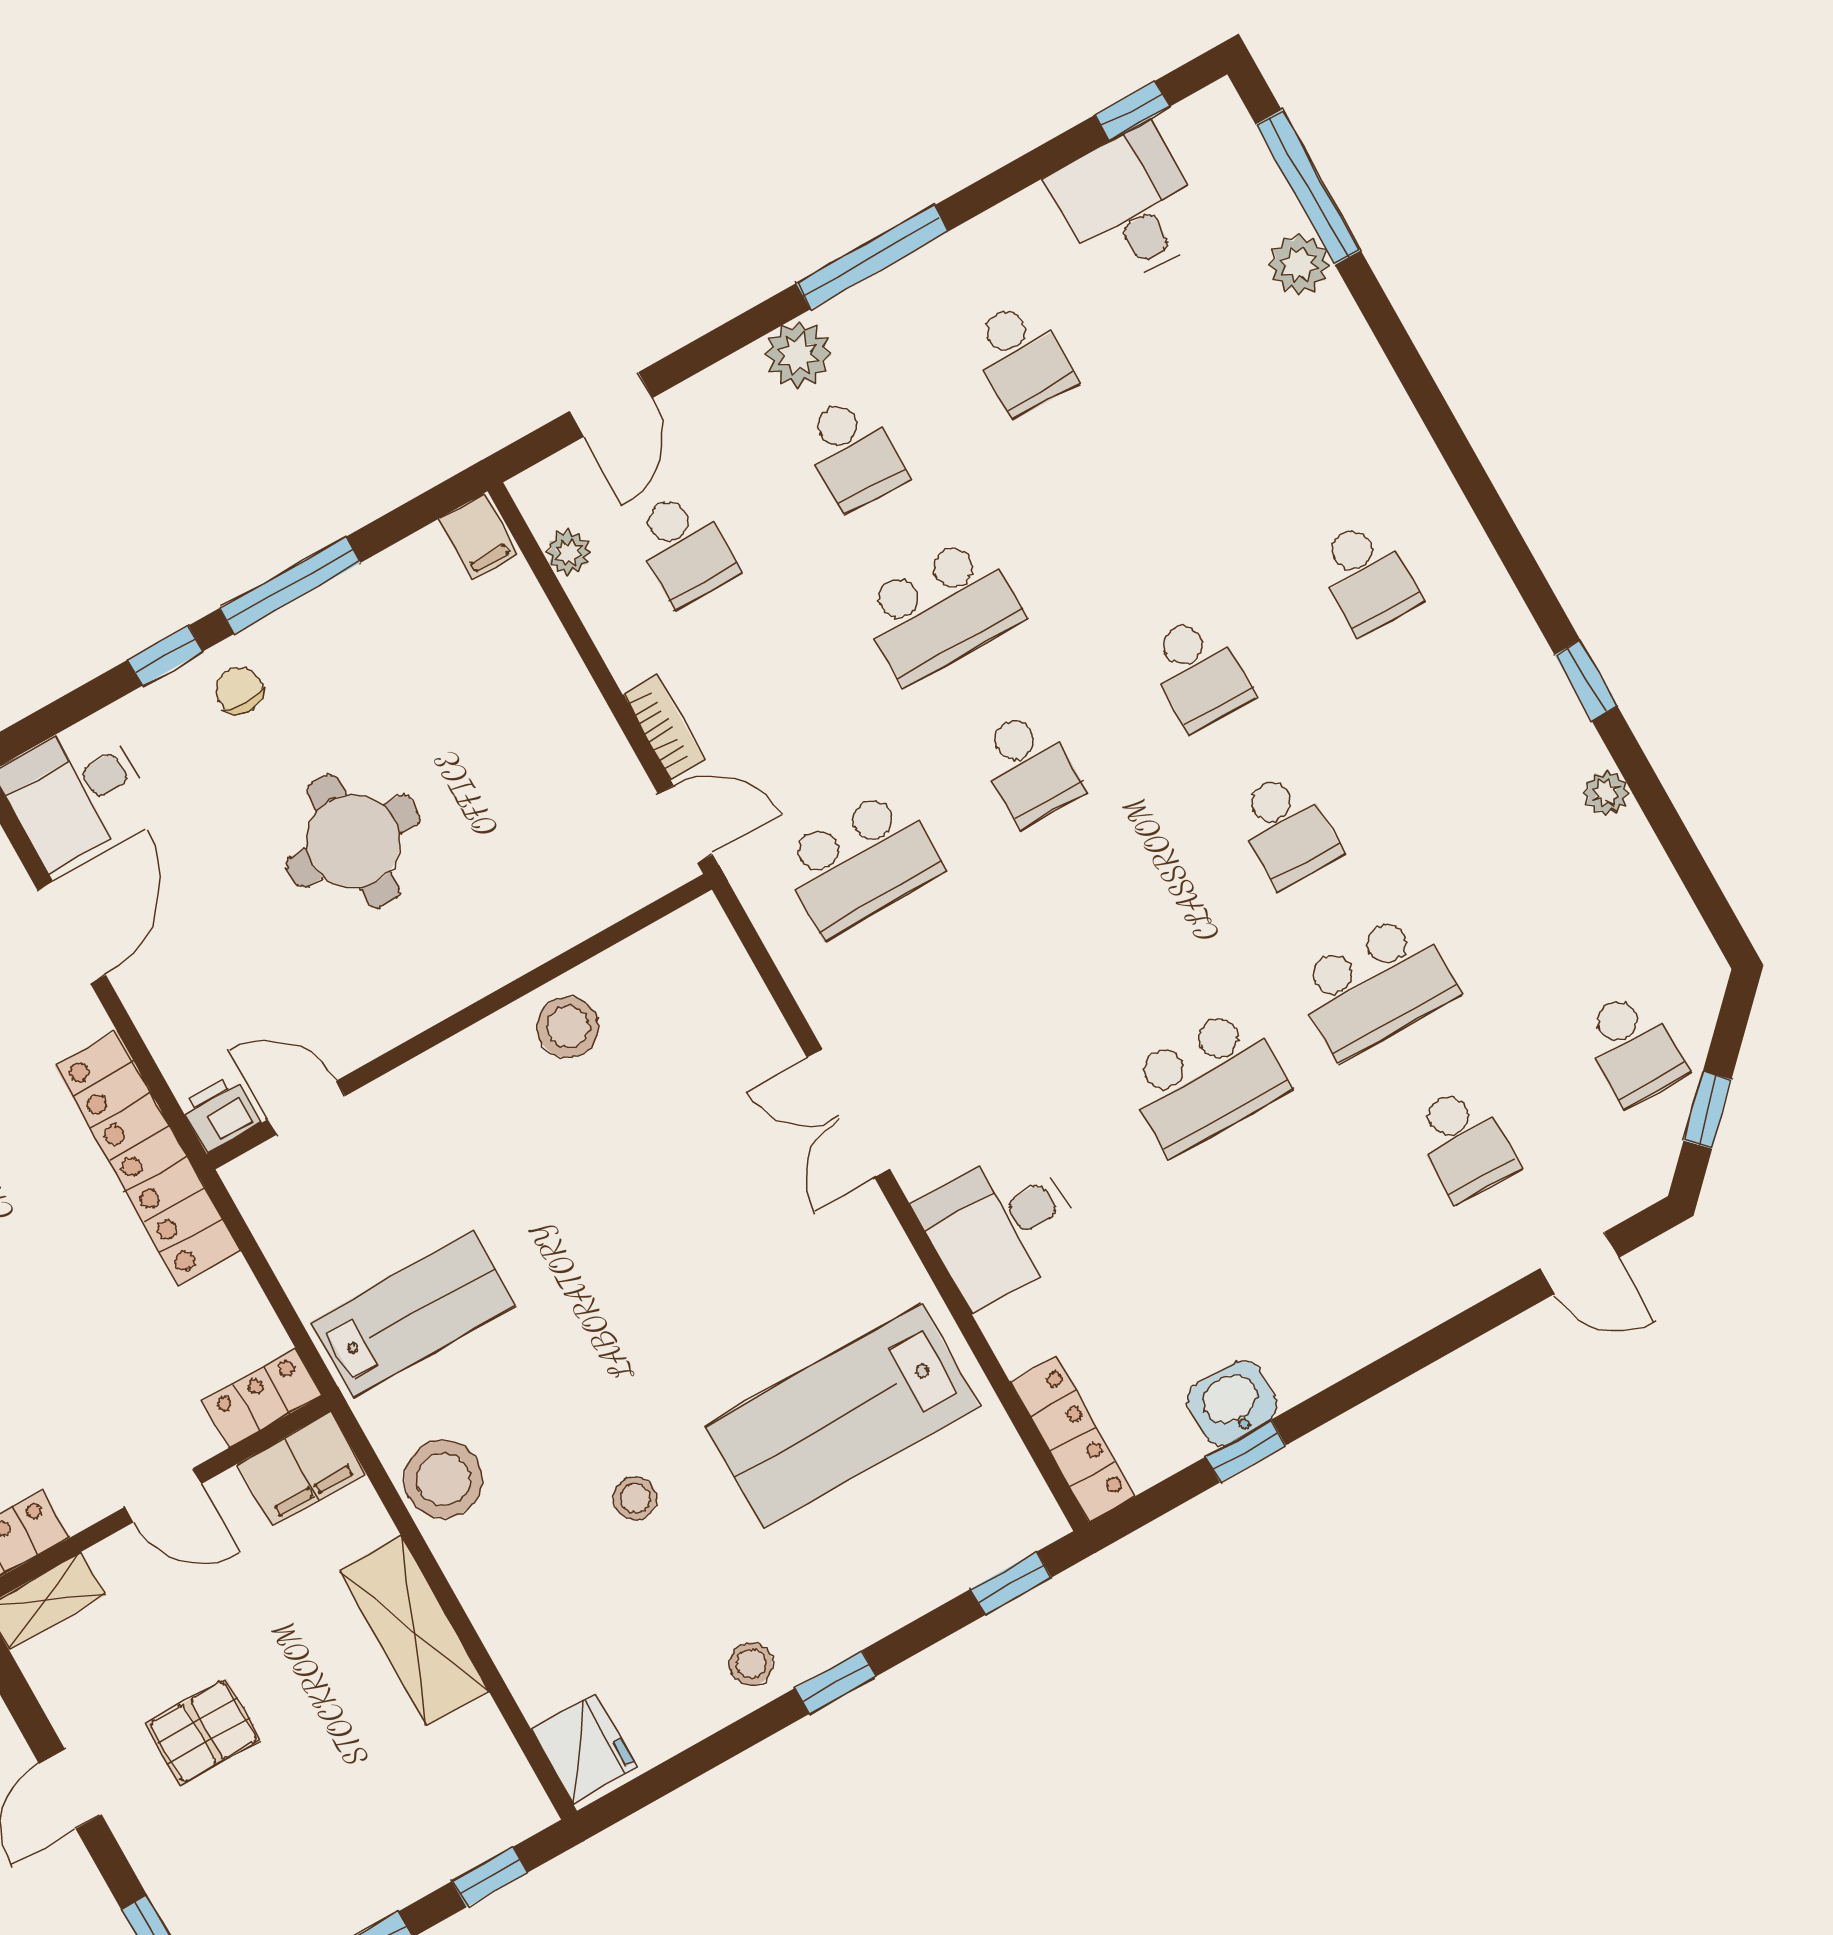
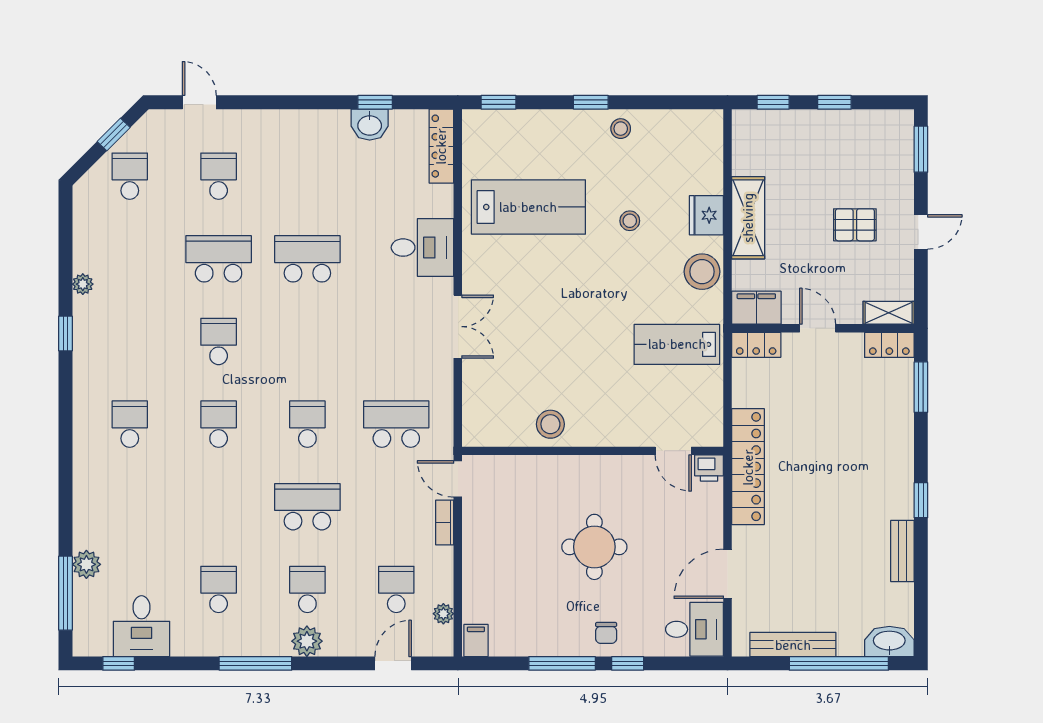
fridge: (584, 1748) -> (706, 215), moved

